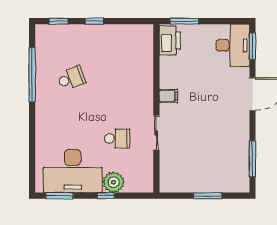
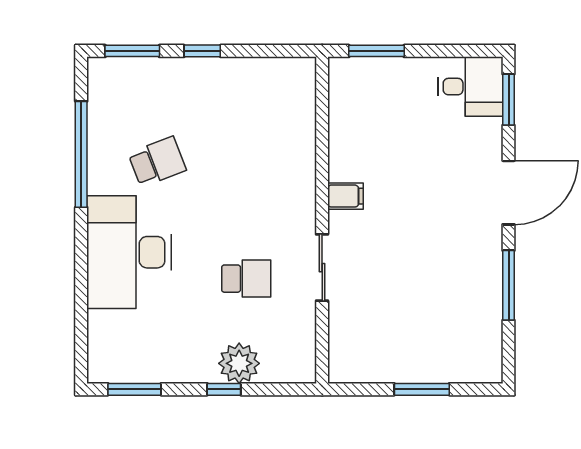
window: (58, 21) -> (132, 51), width x1.50
printer: (170, 40) -> (348, 88), removed
desk: (233, 45) -> (471, 87), width x0.73
window: (252, 159) -> (509, 285), moved
desk: (73, 171) -> (129, 252), moved, turned 90

